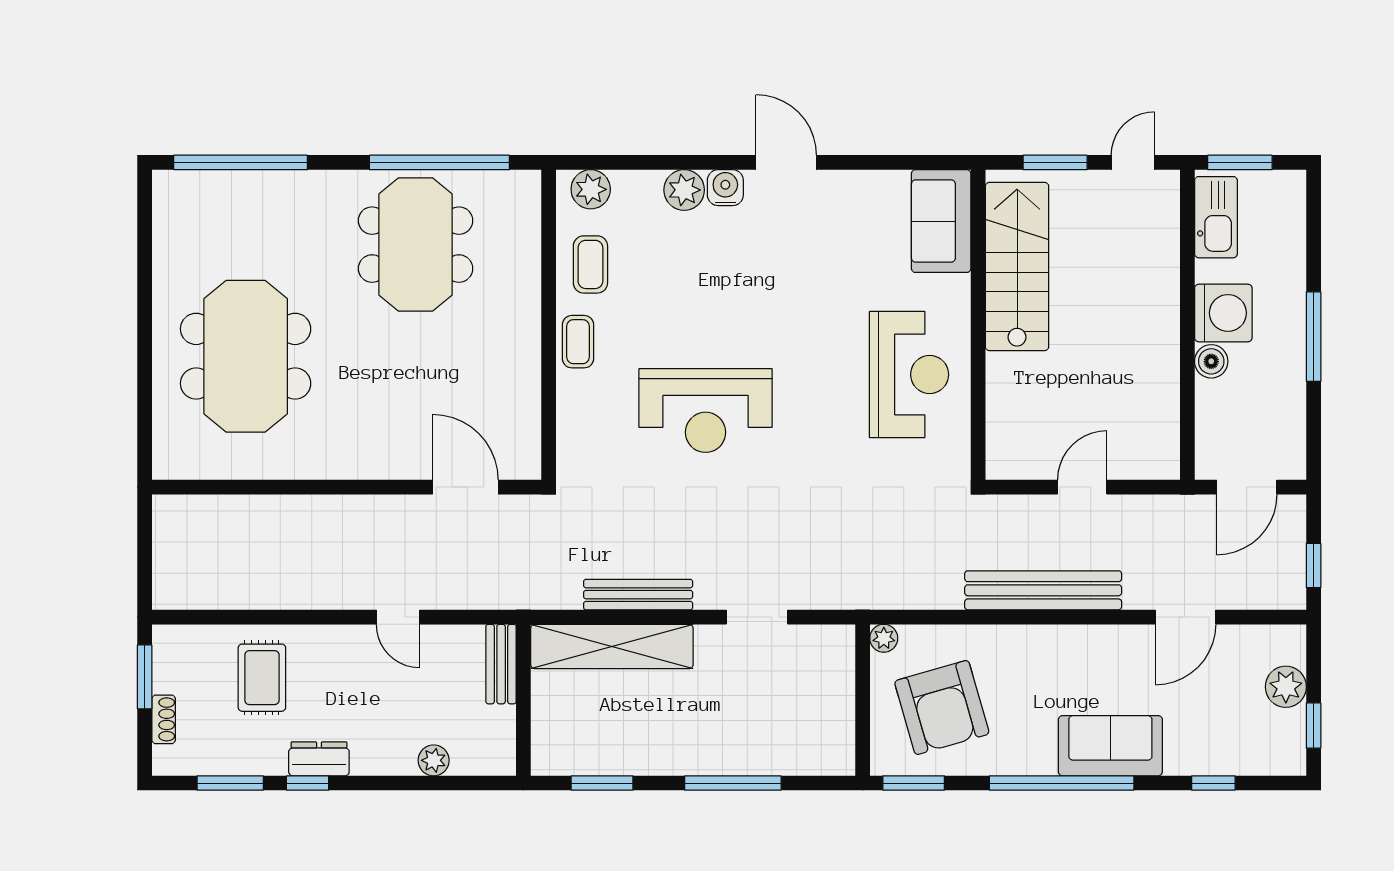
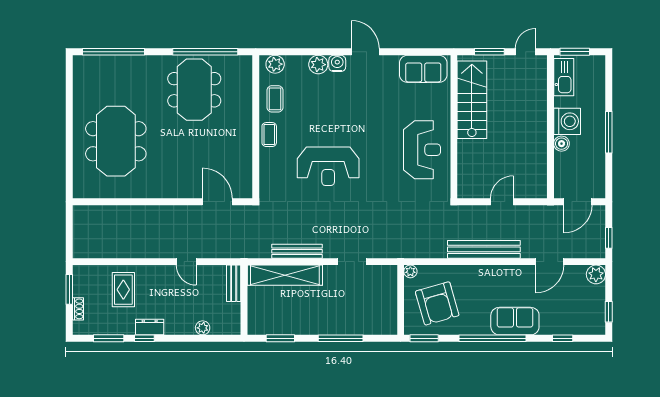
sofa: (941, 221) -> (423, 69), moved, turned -90
plant: (1286, 687) -> (596, 274), moved

